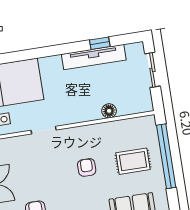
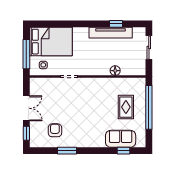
rug: (133, 161) -> (126, 107), turned 90
armchair: (87, 167) -> (94, 106), removed

